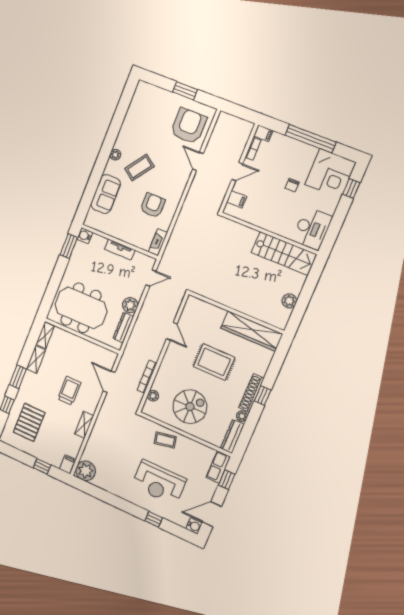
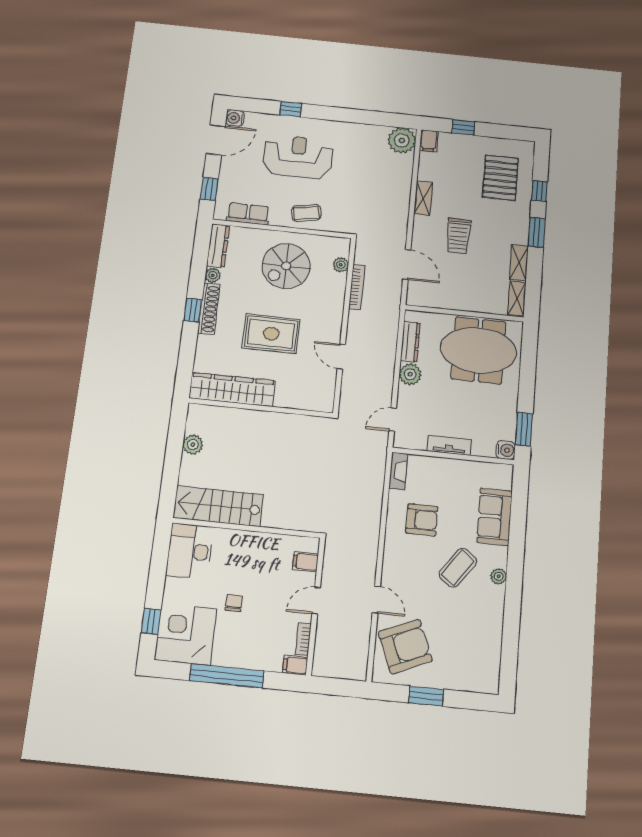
armchair: (189, 126) -> (405, 647), turned -113
armchair: (153, 205) -> (422, 520), turned -90
row of seats: (218, 467) -> (248, 214), moved, turned -90

